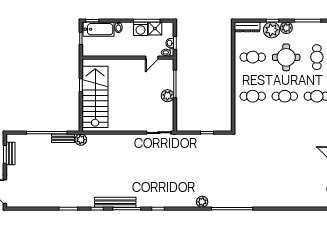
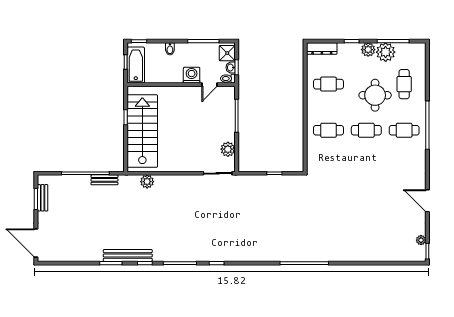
bathtub: (99, 29) -> (136, 65), moved, turned -90
washing machine: (141, 29) -> (192, 75), moved, turned 180
shower: (155, 29) -> (227, 53), moved
plant: (272, 30) -> (386, 52), moved
round table: (286, 57) -> (375, 95), moved
plant: (167, 96) -> (228, 149), moved
plant: (81, 140) -> (147, 182), moved
bench: (115, 202) -> (128, 255), moved
plant: (202, 202) -> (269, 255), removed

